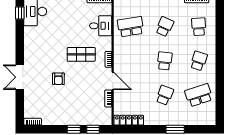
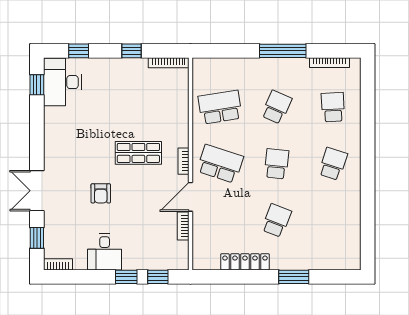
desk: (101, 26) -> (105, 252), moved, turned 90
door: (113, 81) -> (190, 197), swing flipped
school desk: (199, 95) -> (220, 164), moved, turned 36
window: (20, 106) -> (37, 238), added
locker: (129, 120) -> (245, 262), moved

